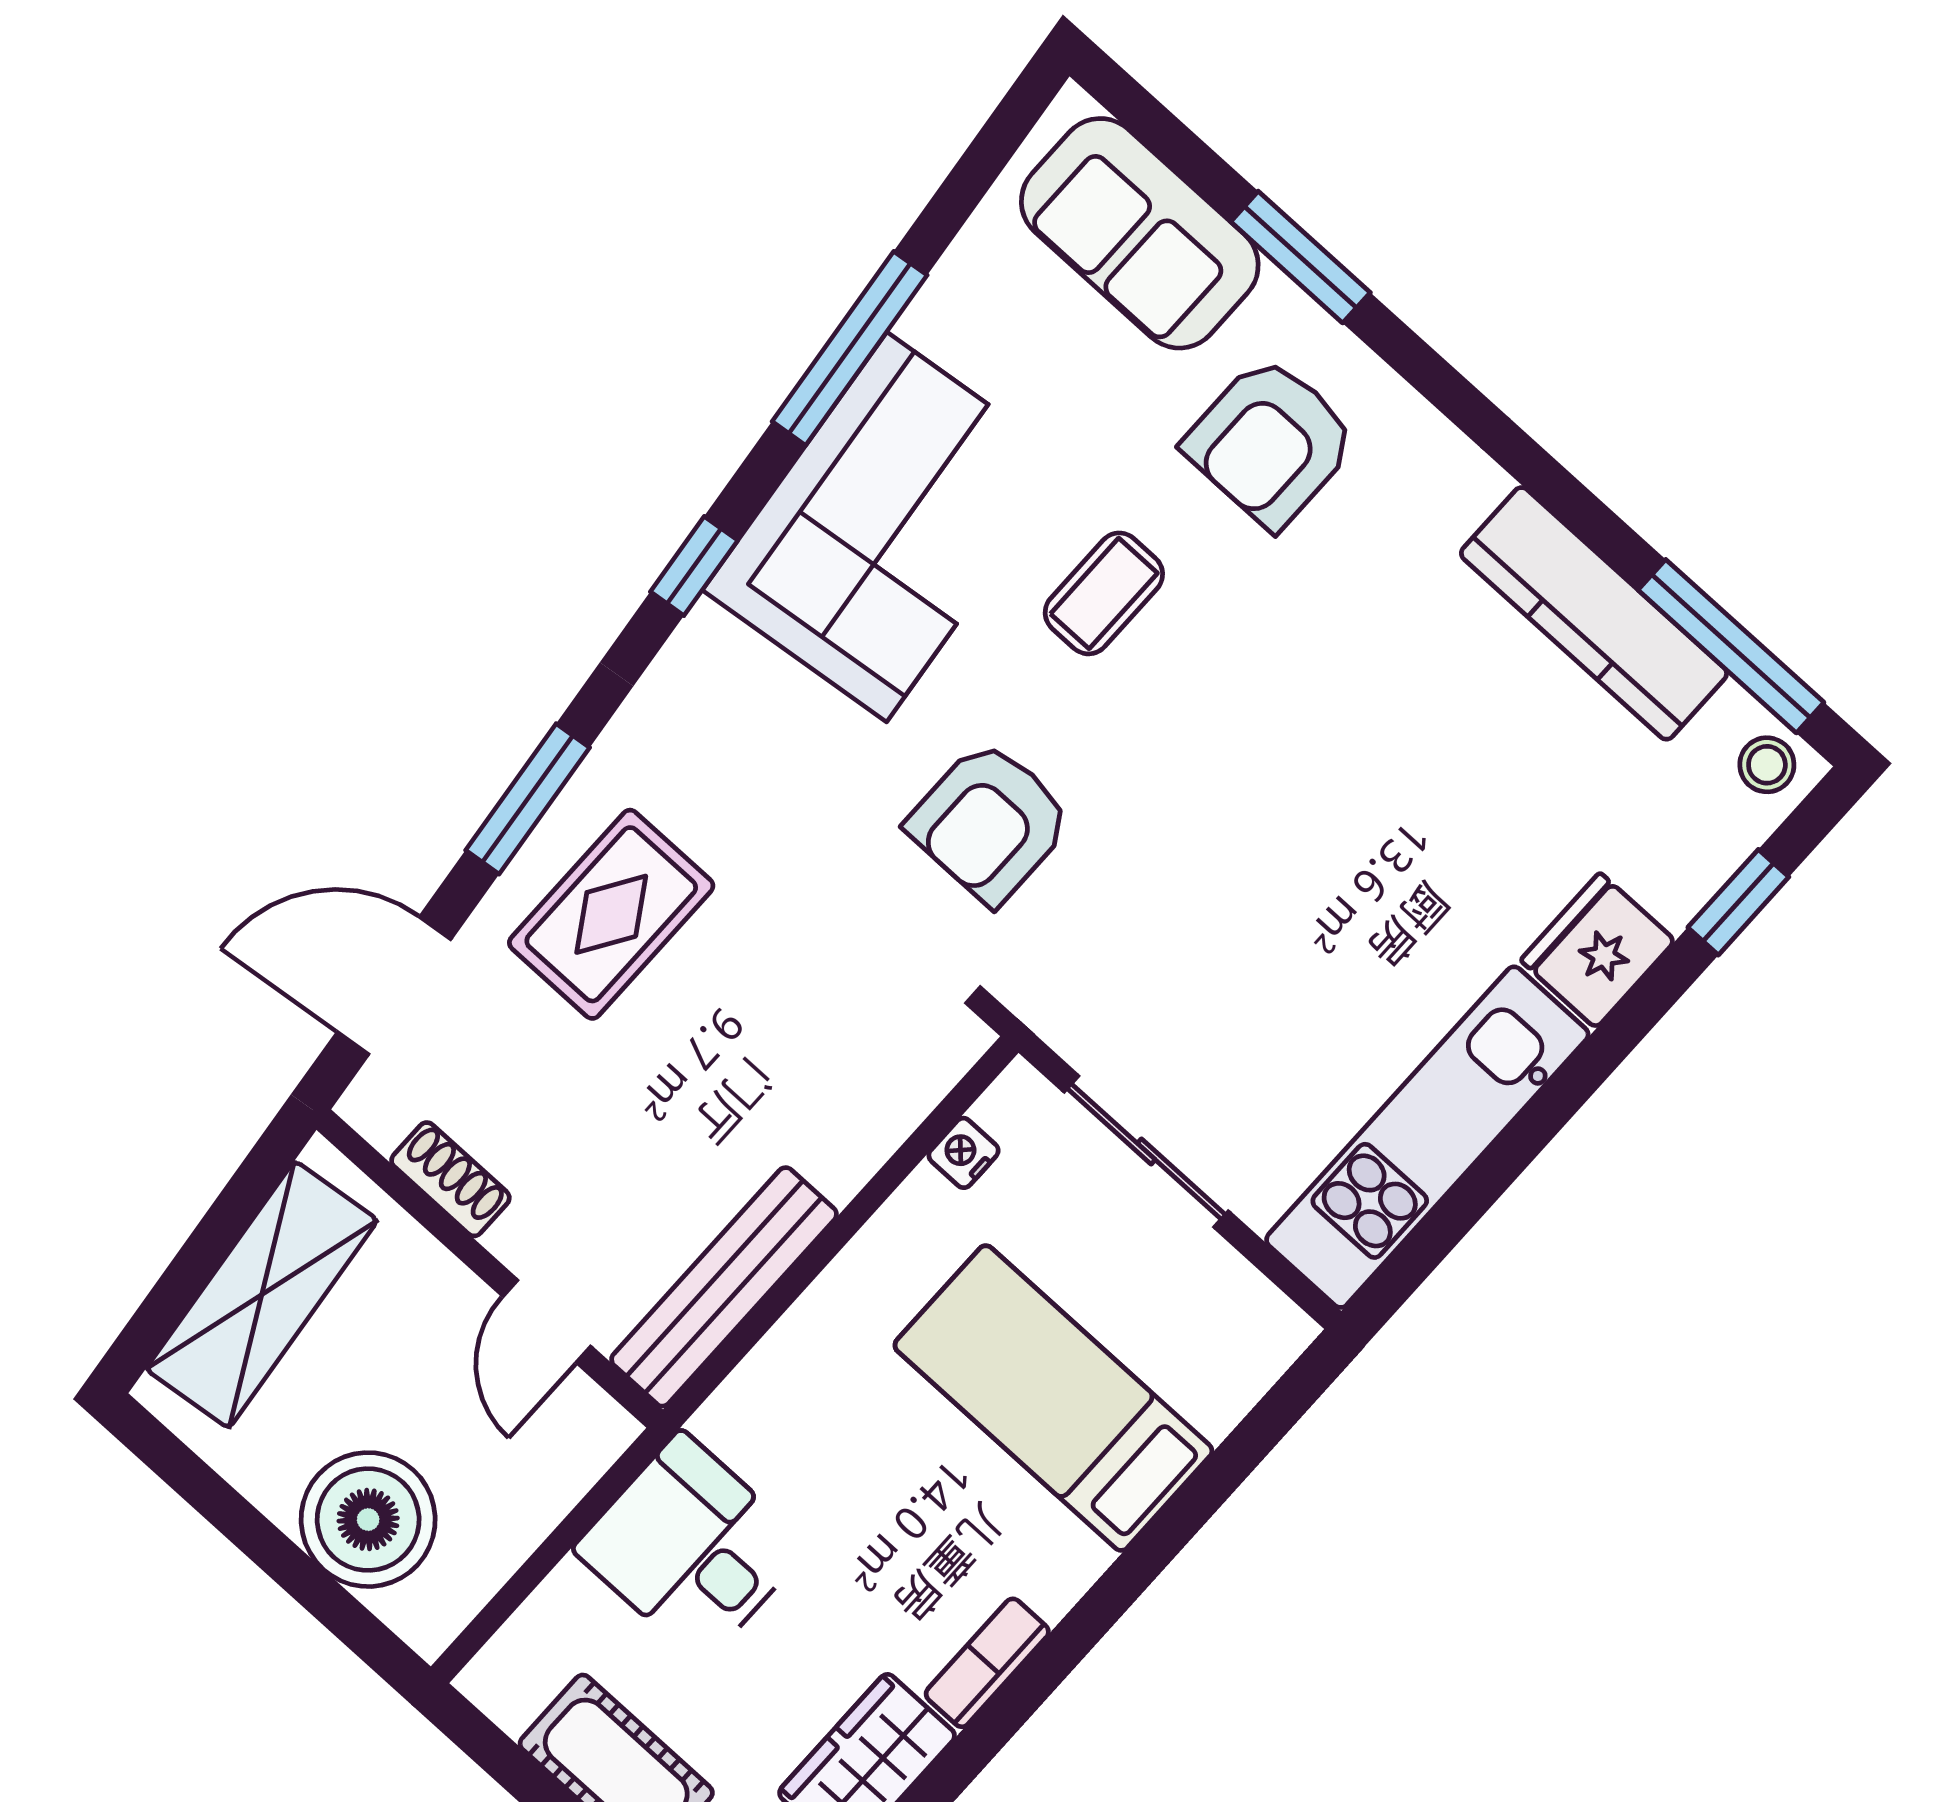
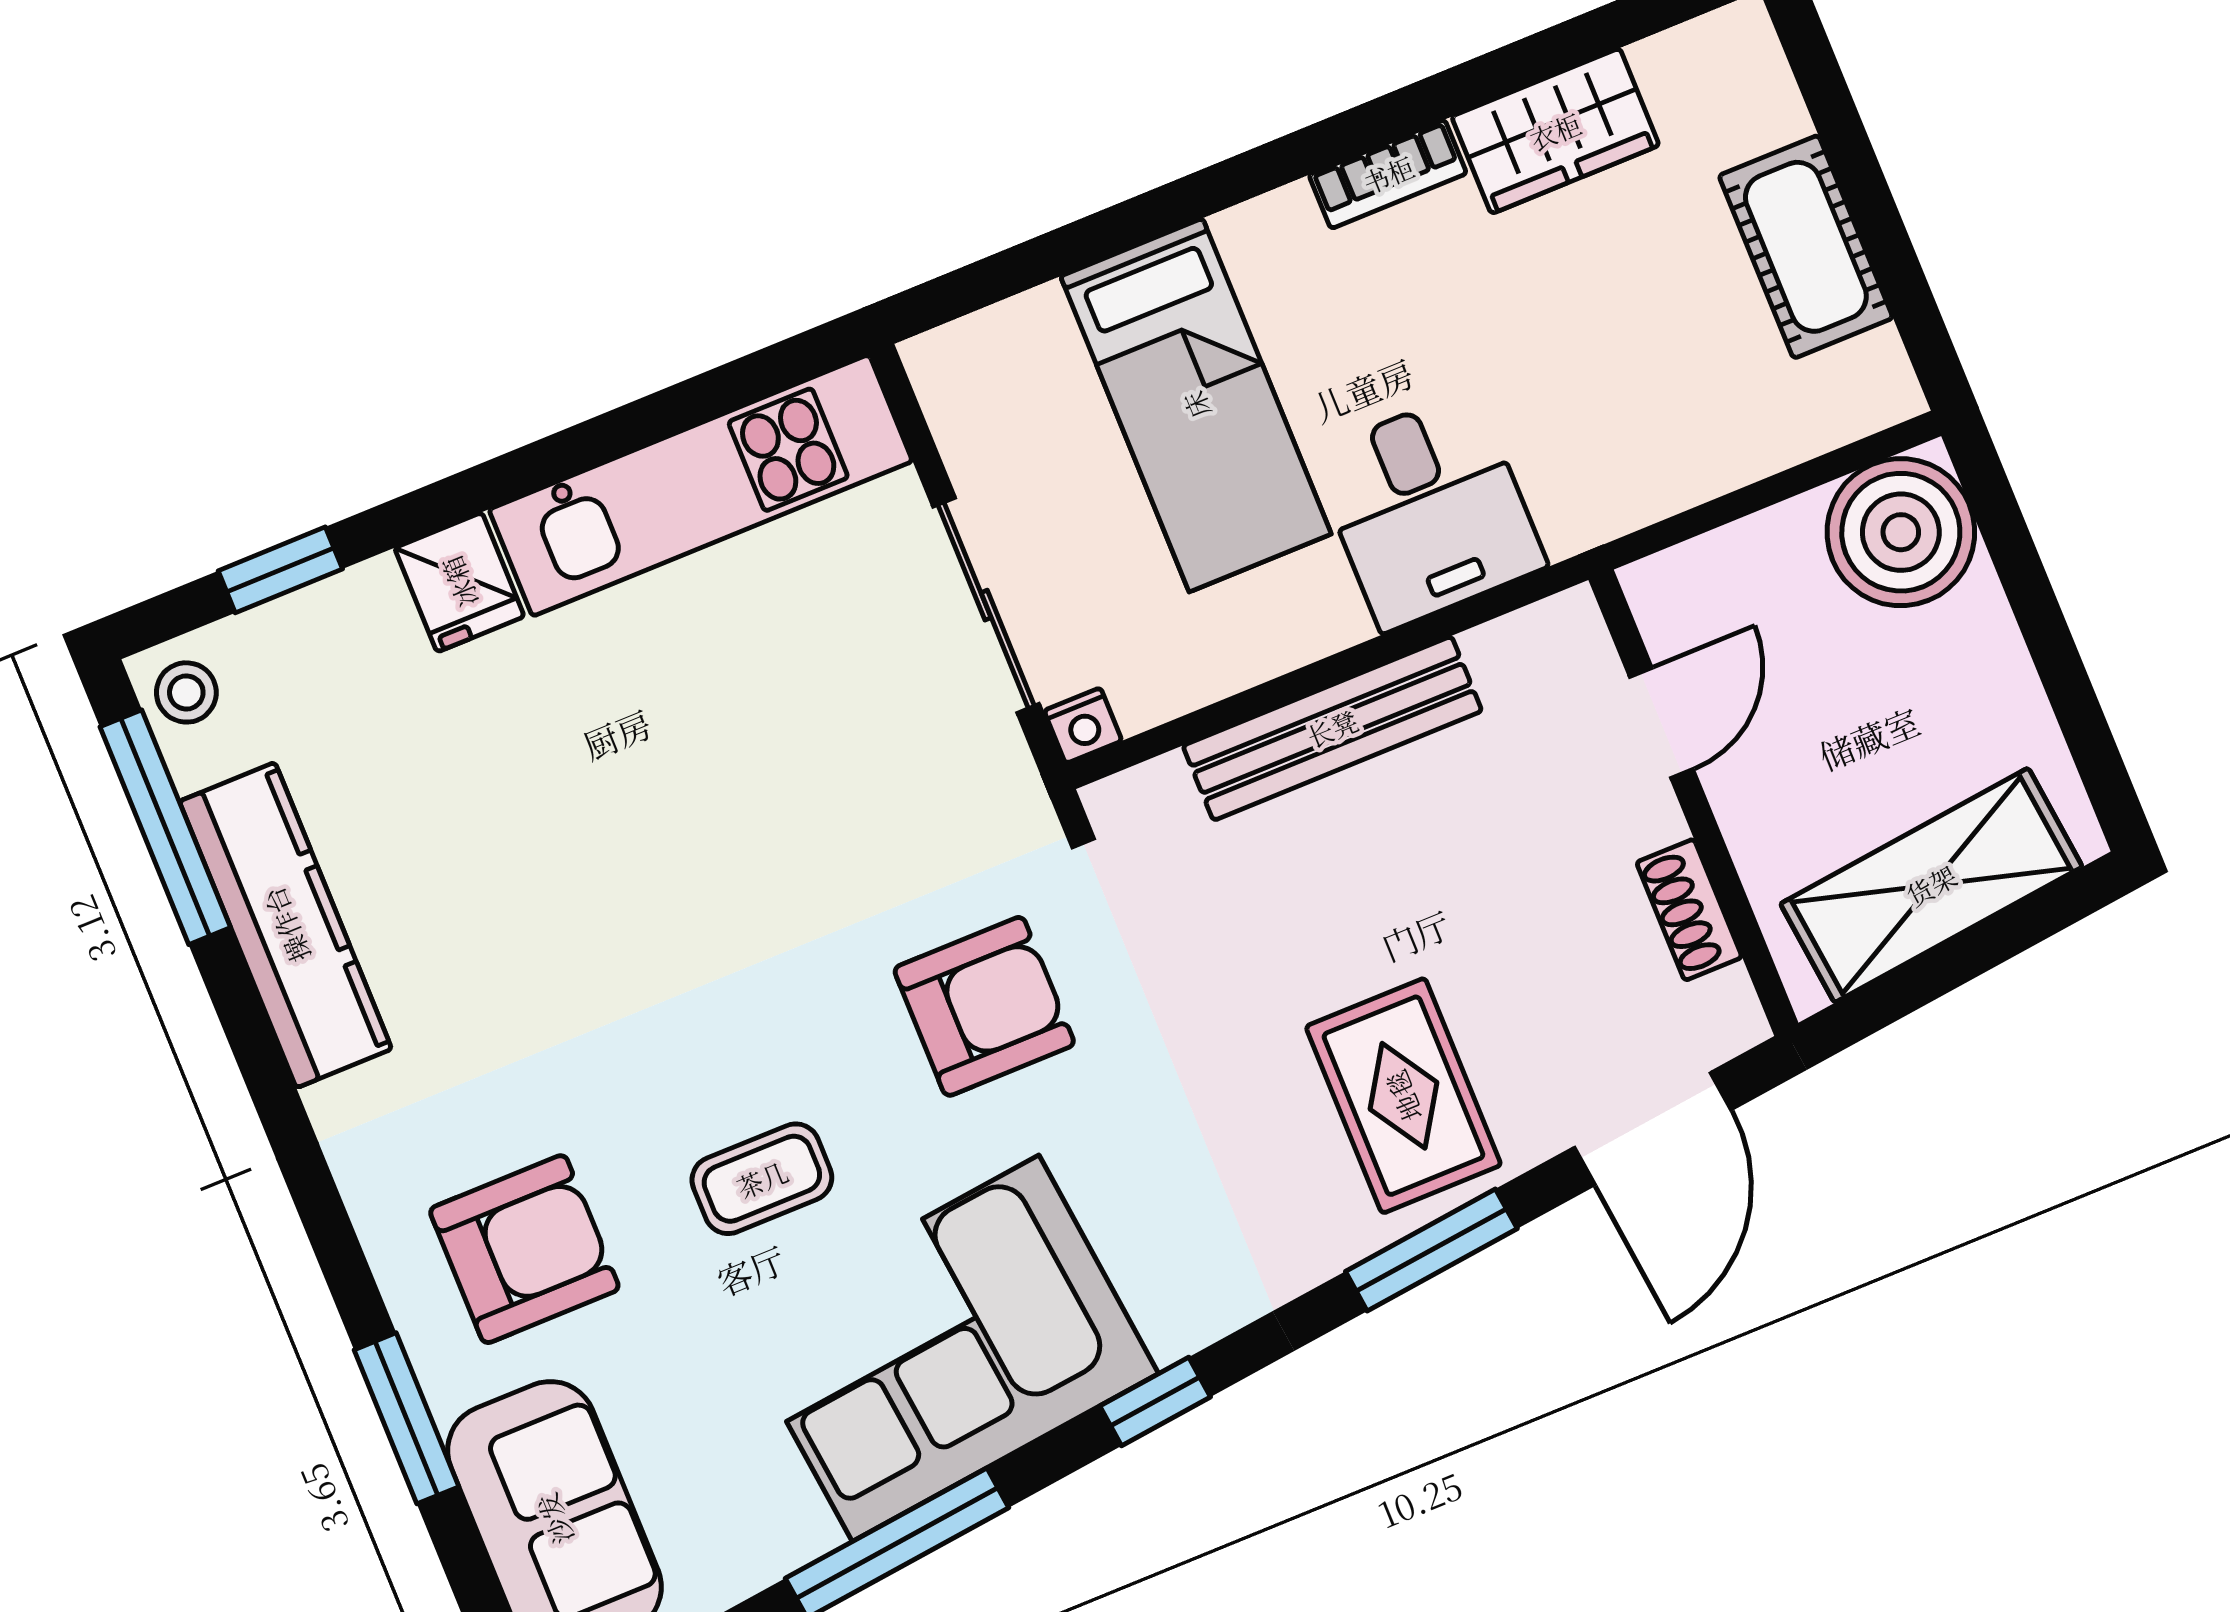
rug: (611, 914) -> (1403, 1096), turned 90
fridge: (1598, 950) -> (459, 582), width x0.72
door: (394, 986) -> (1653, 1129), hinge flipped
nightstand: (964, 1153) -> (1083, 726), moved
bench: (724, 1287) -> (1332, 728), moved
boiler: (368, 1520) -> (1901, 532), moved
desk: (691, 1548) -> (1428, 510), moved

